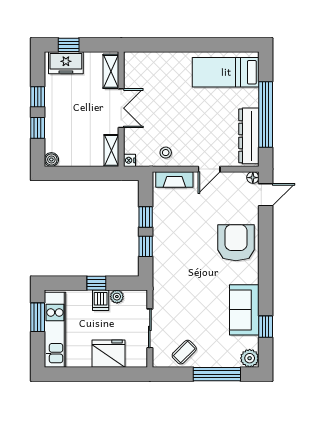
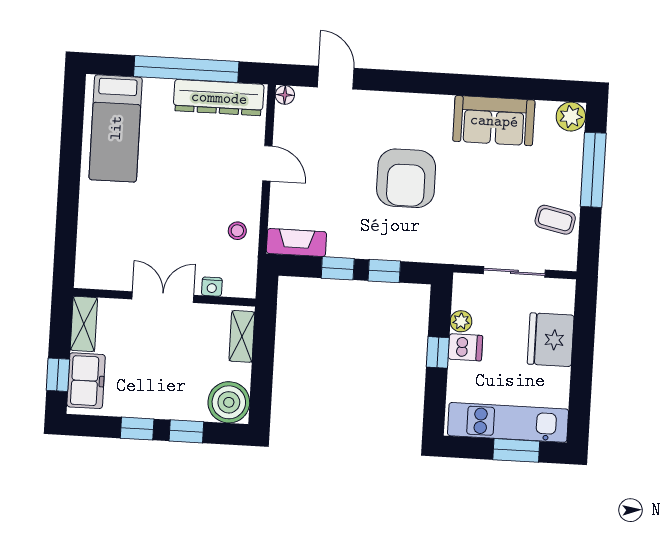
shelving: (111, 71) -> (84, 324), moved, turned 90
shelving: (111, 150) -> (242, 336), moved, turned 90
boiler: (51, 159) -> (229, 402), width x1.86, depth x1.86
nightstand: (130, 160) -> (212, 287), moved
fireplace: (174, 180) -> (296, 243), moved, turned -90
door: (266, 195) -> (336, 78), moved
armchair: (236, 243) -> (406, 178), moved, turned -90
window: (38, 317) -> (516, 450), moved
window: (266, 327) -> (522, 88), removed
coffee table: (184, 352) -> (555, 220), turned -33

